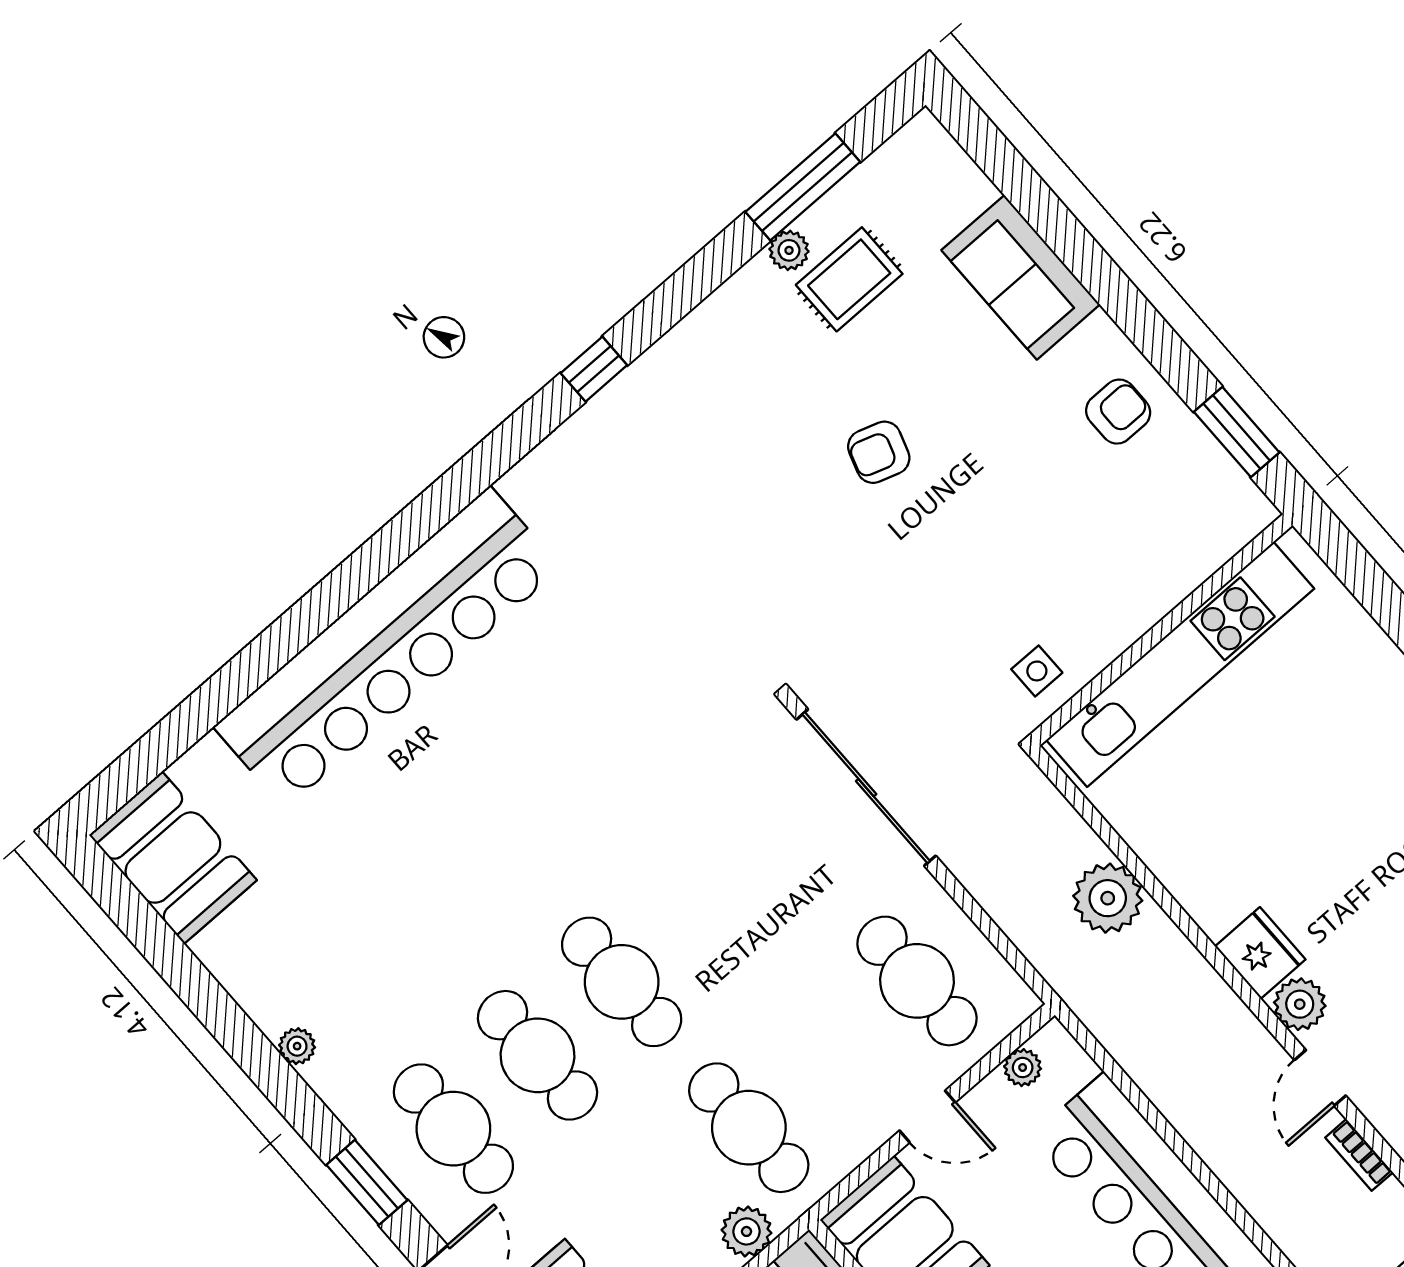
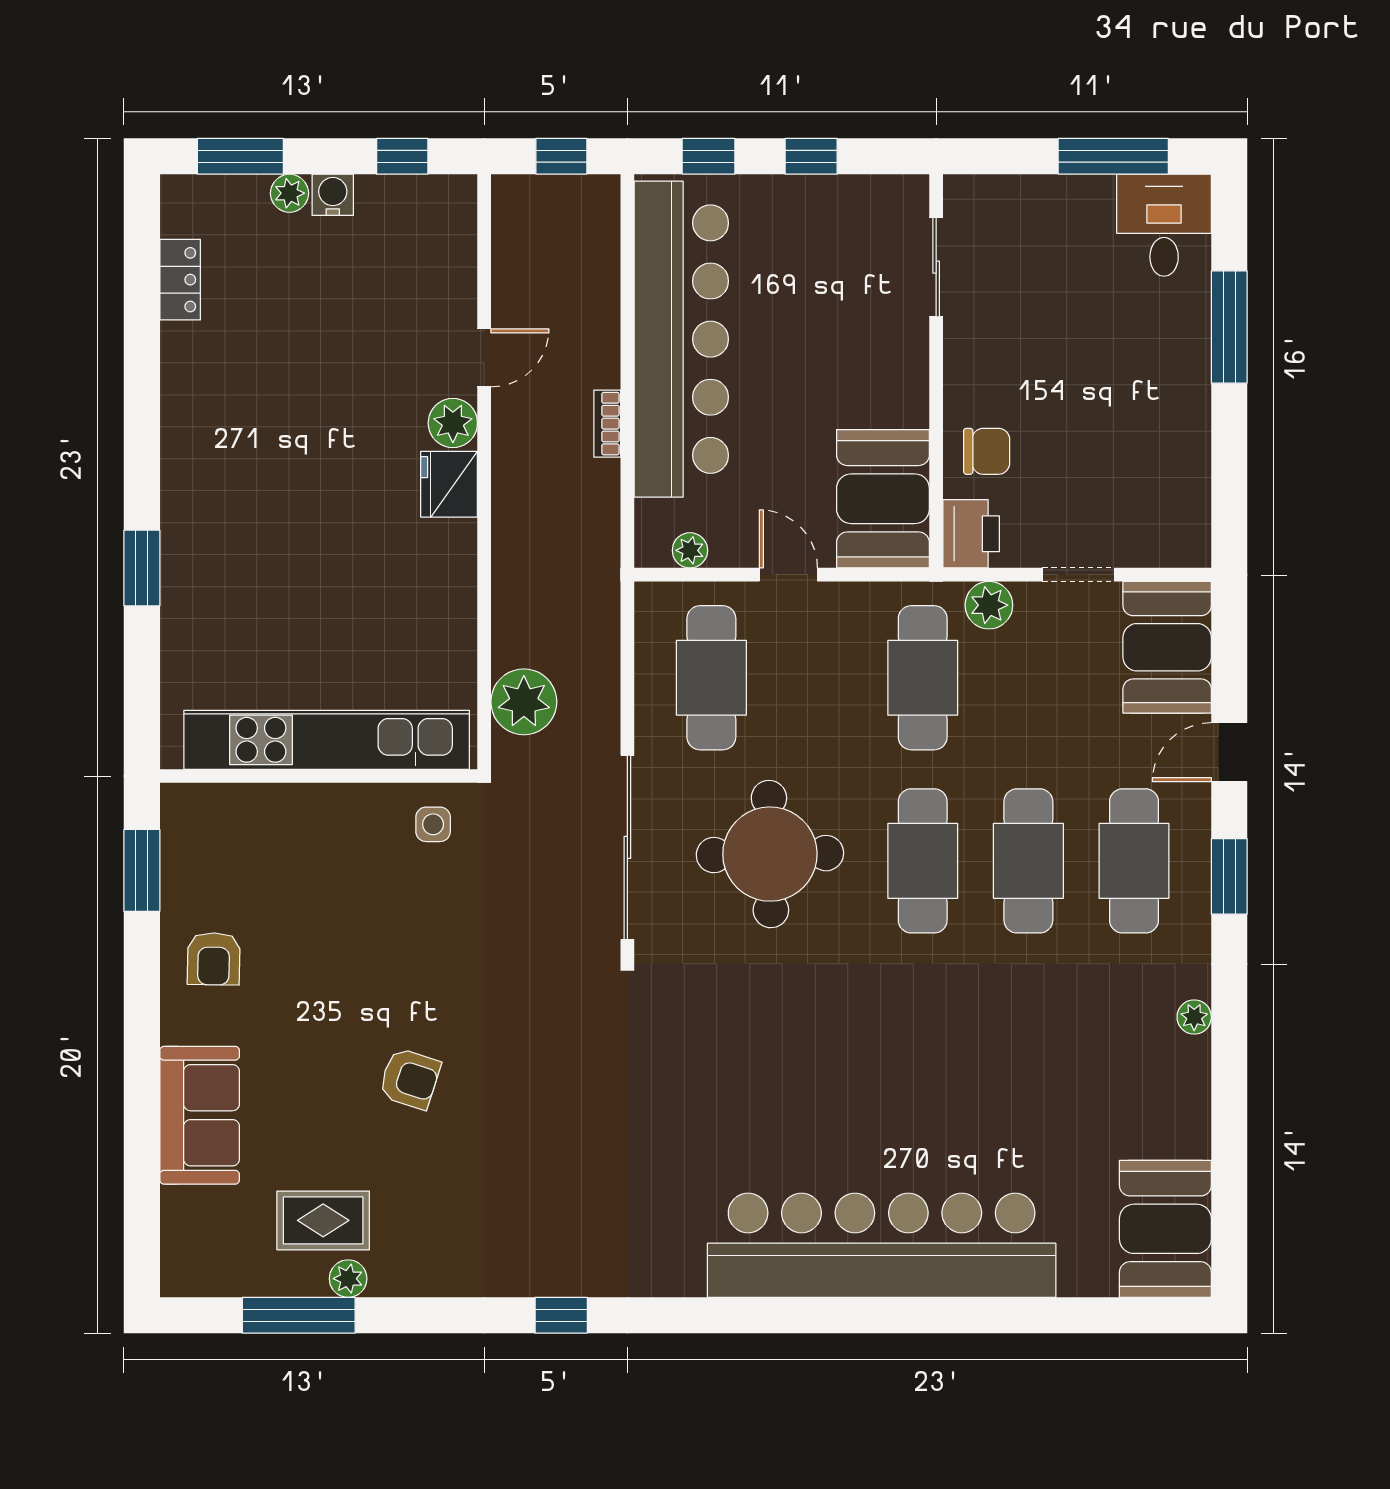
armchair: (1118, 412) -> (214, 959), turned -89
round table: (748, 881) -> (770, 854), added
plant: (1108, 898) -> (524, 702), moved
bookcase: (1359, 1155) -> (607, 424), moved, turned 180

